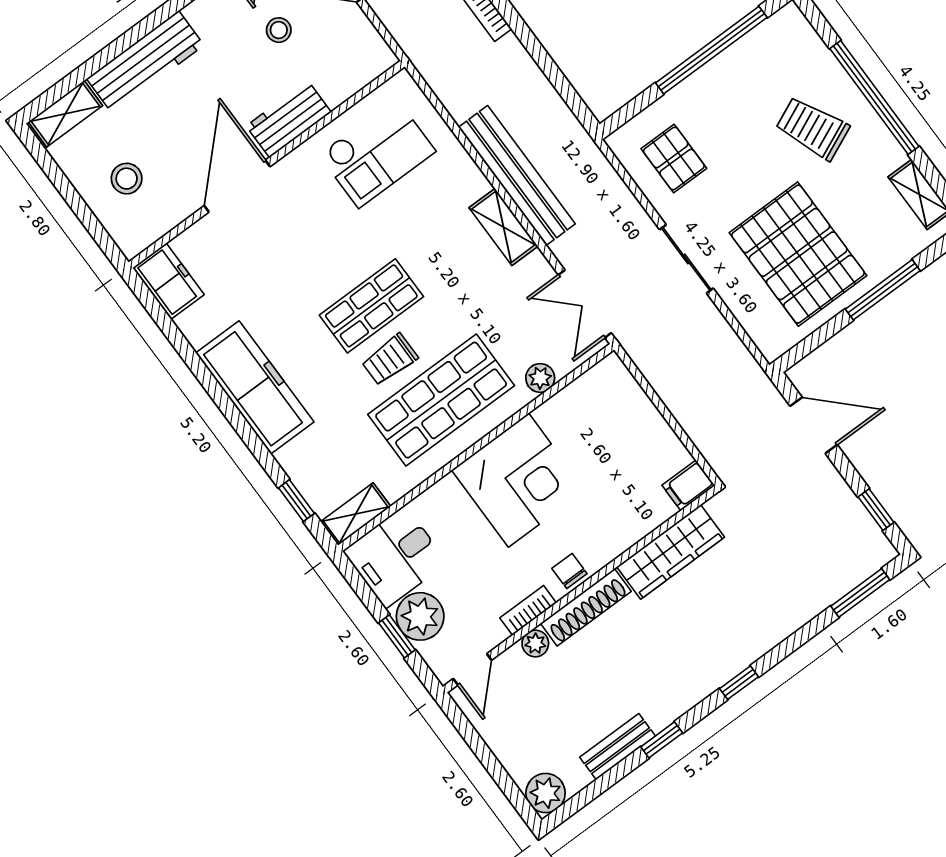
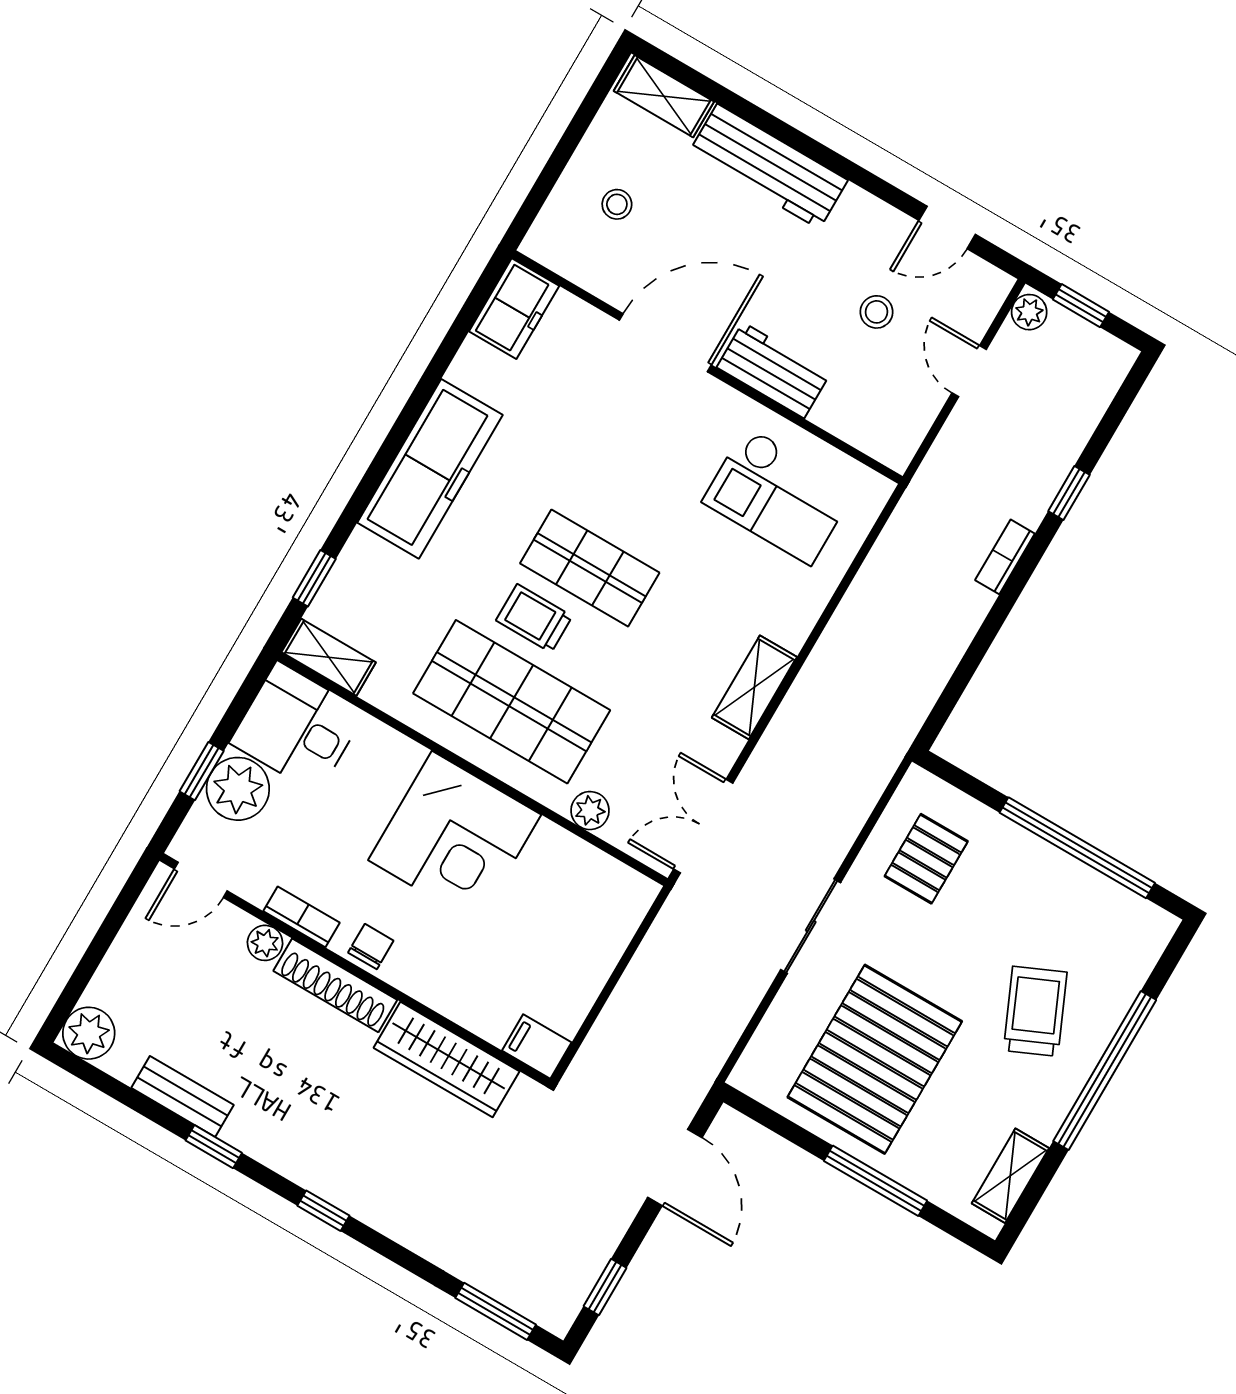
bench: (517, 176) -> (824, 677), removed
stool: (127, 179) -> (617, 204), width x0.73, depth x0.73

